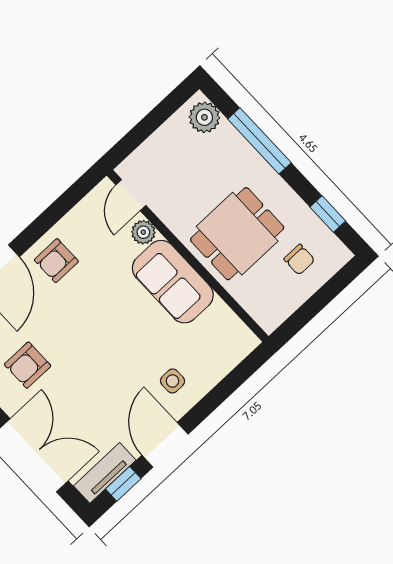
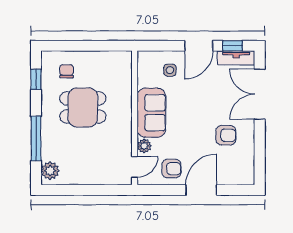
door: (131, 195) -> (135, 167), moved
plant: (143, 232) -> (144, 146), moved
wall: (188, 256) -> (135, 118), moved
sofa: (173, 282) -> (151, 113), moved

